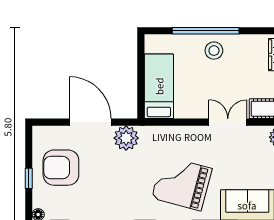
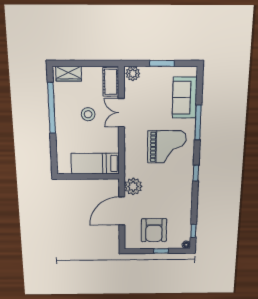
window: (206, 31) -> (52, 108), moved
stool: (214, 51) -> (88, 114), moved
grand piano: (182, 183) -> (167, 147), turned -105

